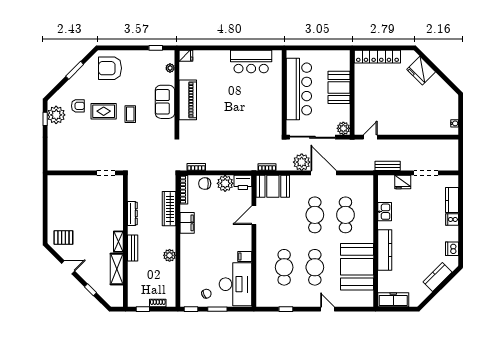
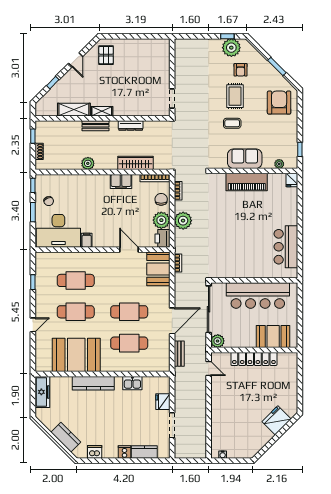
locker: (377, 57) -> (254, 359), moved, turned -90
booth: (339, 87) -> (273, 337), moved
plant: (302, 162) -> (183, 221), moved
bench: (388, 166) -> (179, 354), moved

